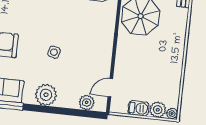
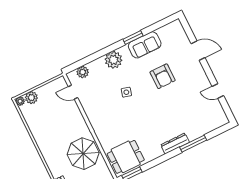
door: (110, 88) -> (73, 92), swing flipped
barbecue: (138, 108) -> (45, 90), removed

